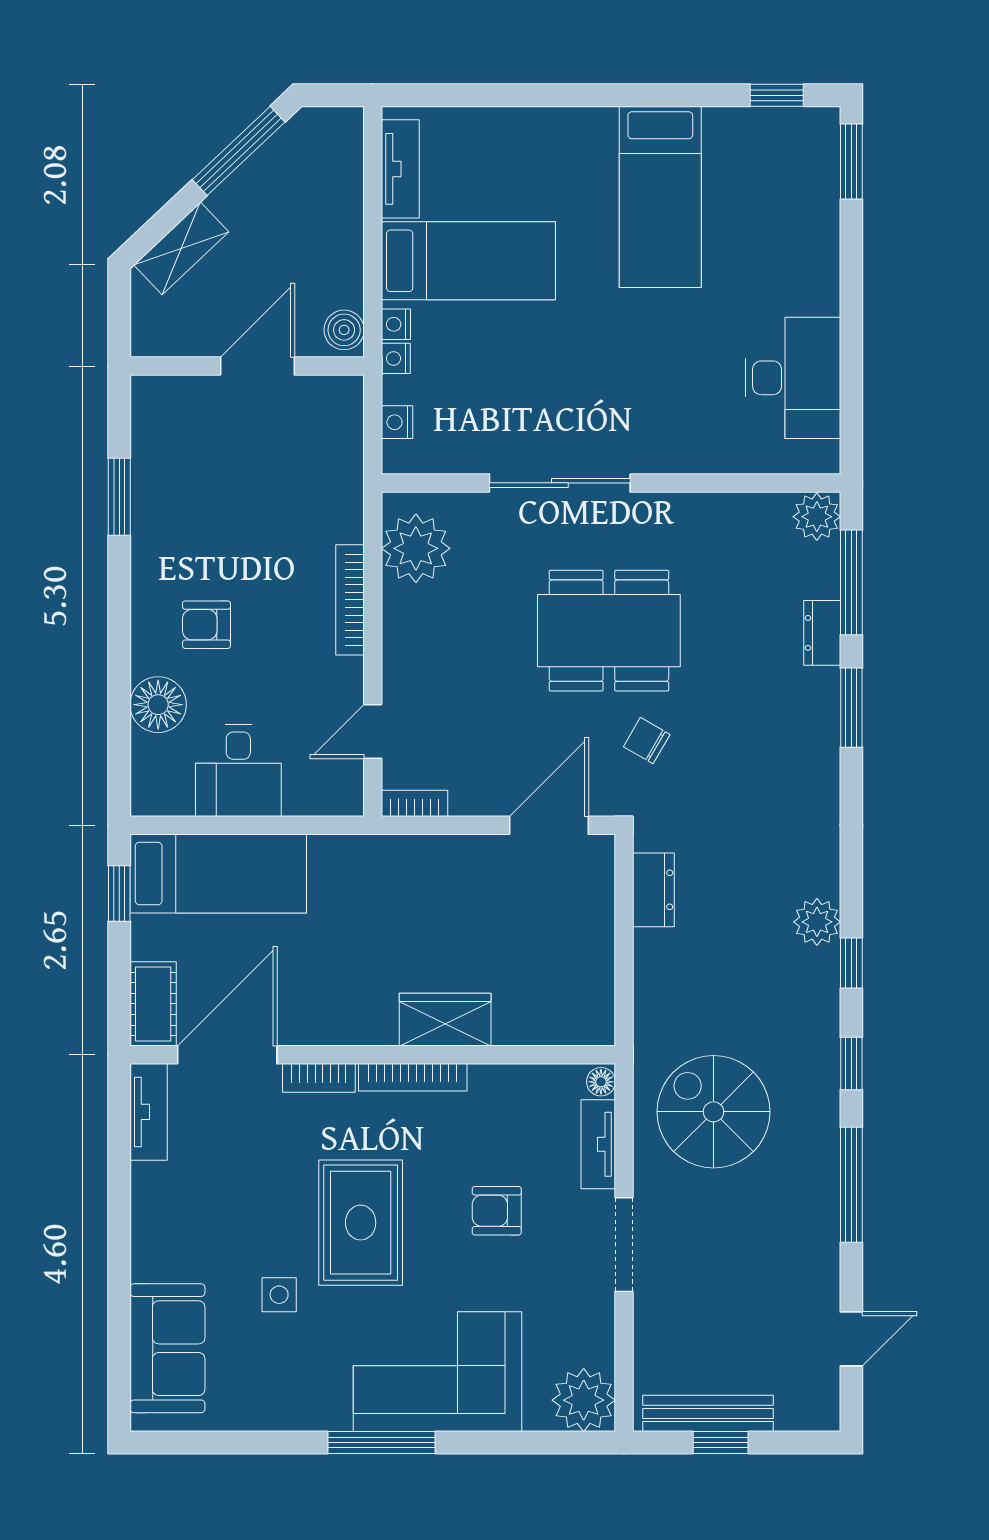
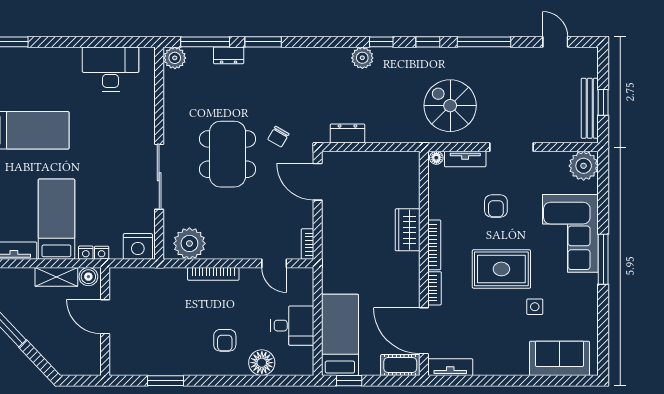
shelving: (181, 248) -> (56, 277), moved, turned -47
nightstand: (397, 422) -> (138, 246), width x1.89, depth x1.79
spiral stairs: (714, 1112) -> (450, 106), turned 90

